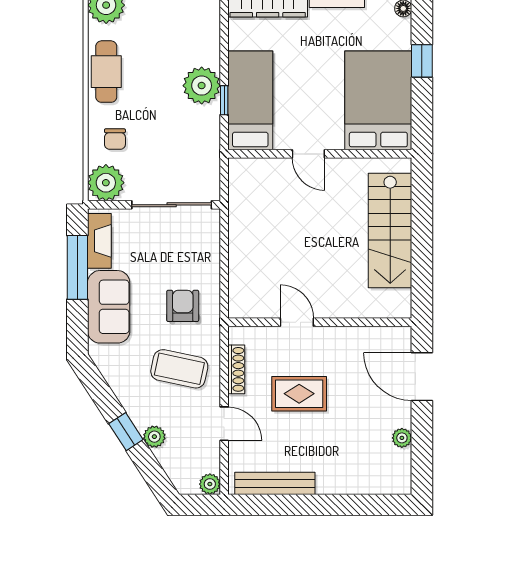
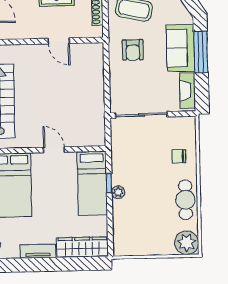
plant: (202, 86) -> (118, 192), width x0.53, depth x0.53
chair: (115, 139) -> (179, 156), turned -90
plant: (106, 183) -> (184, 128), removed
window: (77, 267) -> (201, 52), moved

